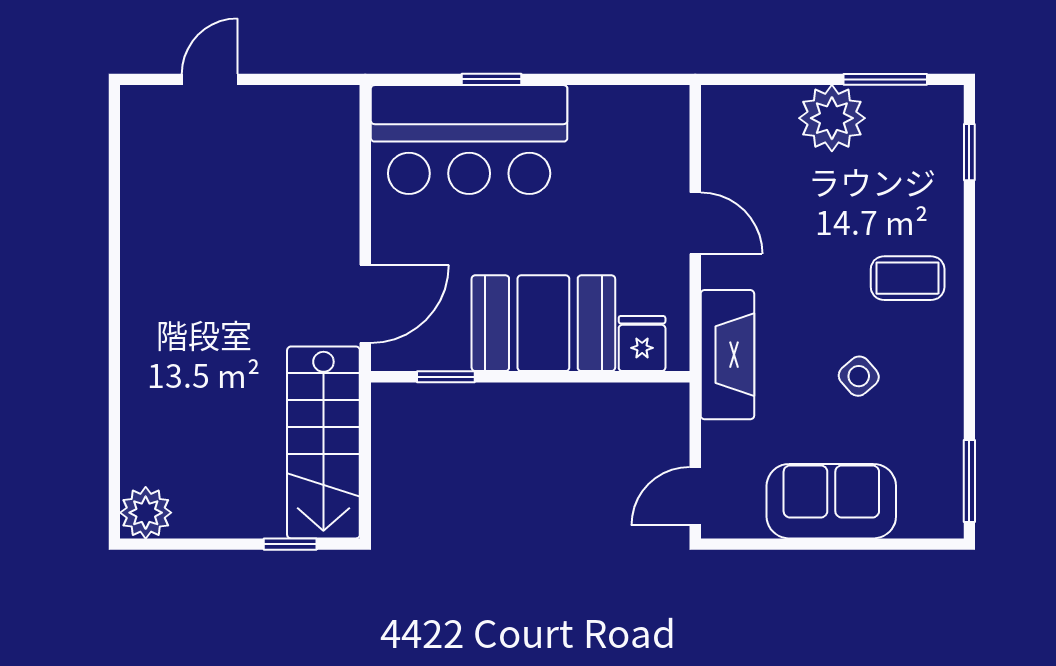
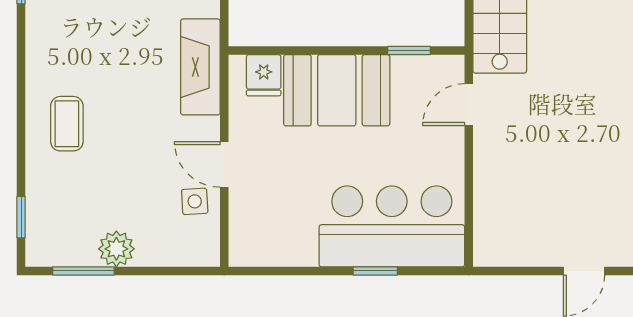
plant: (832, 118) -> (116, 249), width x0.73, depth x0.73
coffee table: (908, 278) -> (67, 124), turned 90
door: (365, 304) -> (469, 105), width x0.73
side table: (859, 376) -> (195, 201), moved, turned 38

